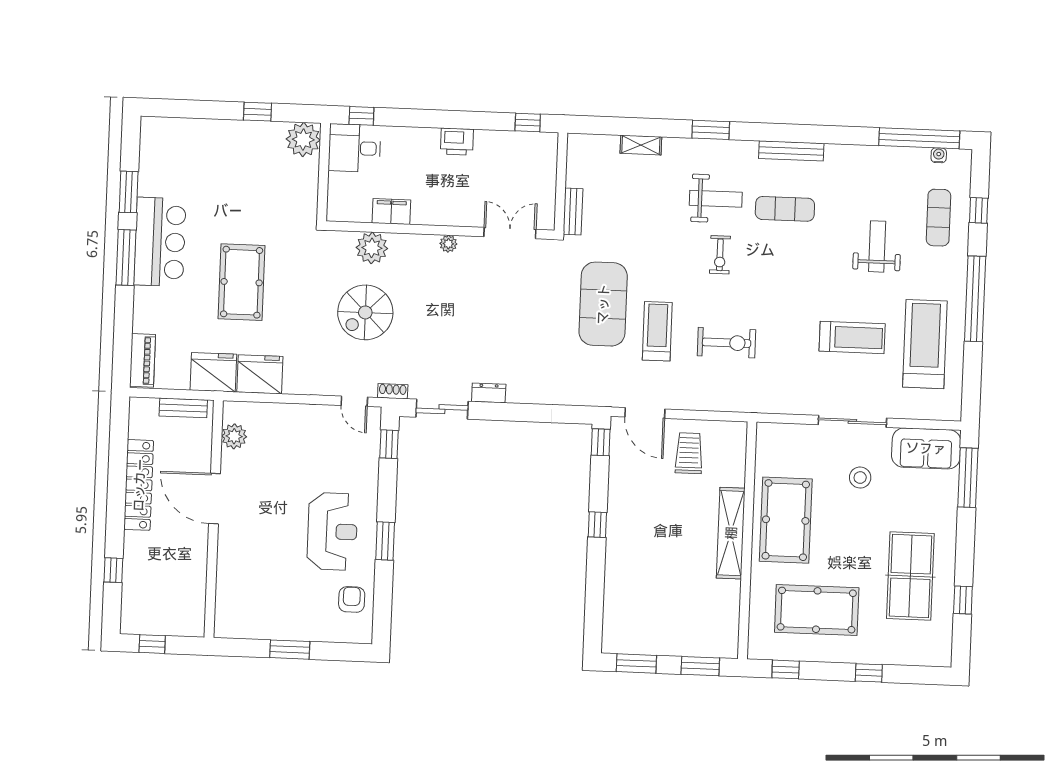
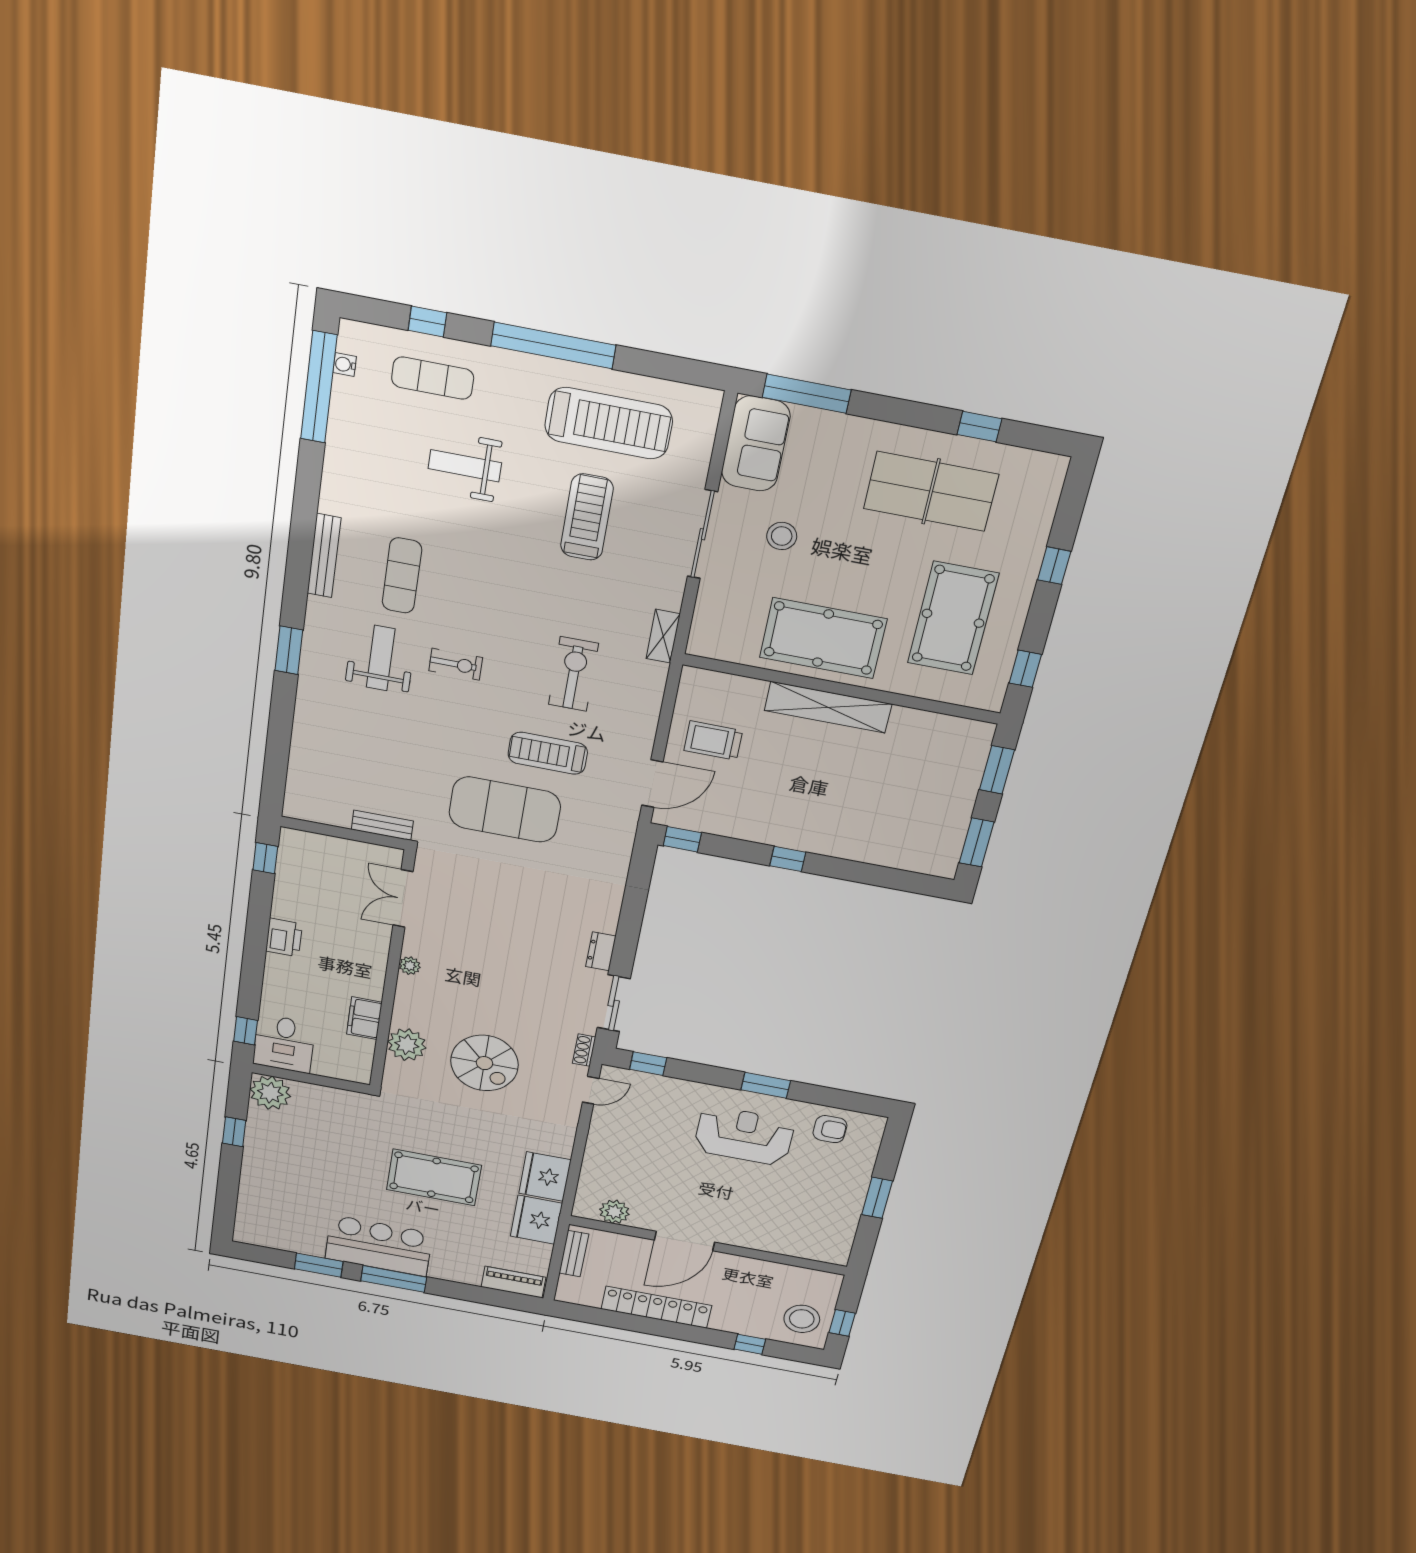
shelving: (641, 145) -> (663, 636), moved
treadmill: (925, 344) -> (609, 423), turned 180
armchair: (352, 599) -> (830, 1129), turned 180
stool: (150, 610) -> (802, 1319), added

